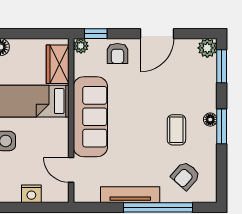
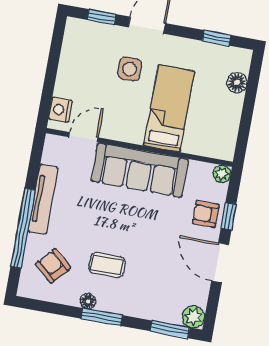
window: (96, 34) -> (228, 216), moved
wardrobe: (58, 64) -> (206, 144), removed
floor lamp: (210, 120) -> (88, 301), moved
nightstand: (31, 194) -> (60, 110), moved

